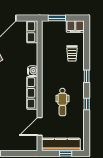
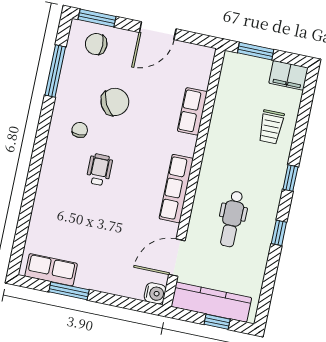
row of seats: (32, 32) -> (192, 111), moved
water cooler: (33, 71) -> (155, 293), moved

